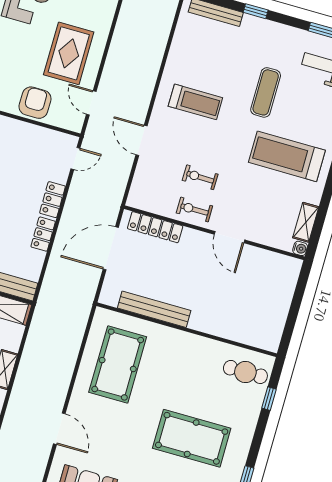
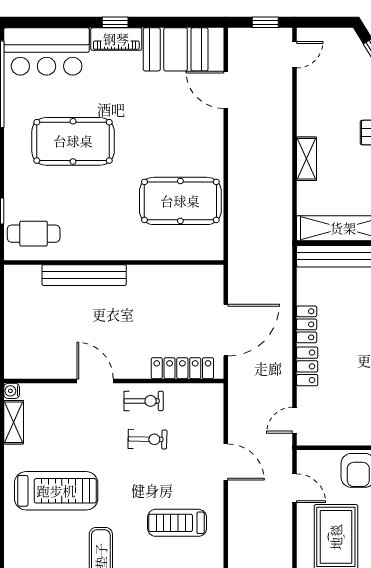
bench: (154, 309) -> (84, 275), moved
pool table: (118, 365) -> (180, 201), turned 90
door: (59, 429) -> (226, 90), moved

